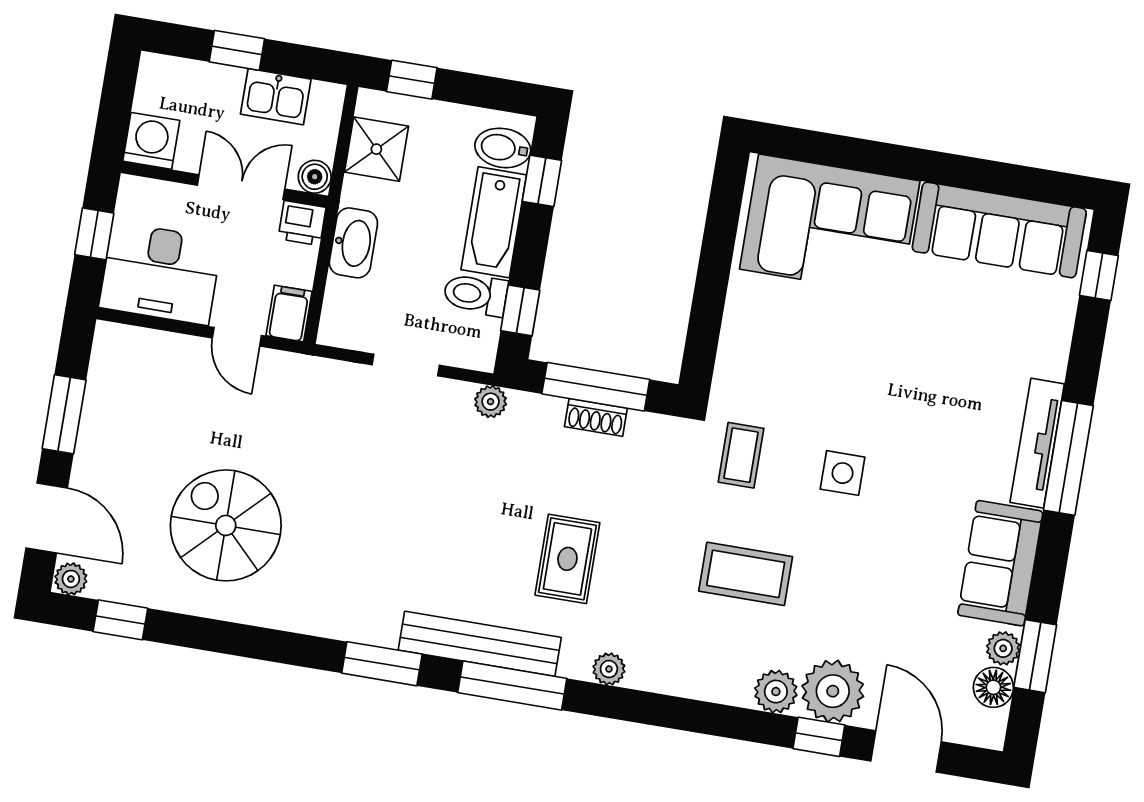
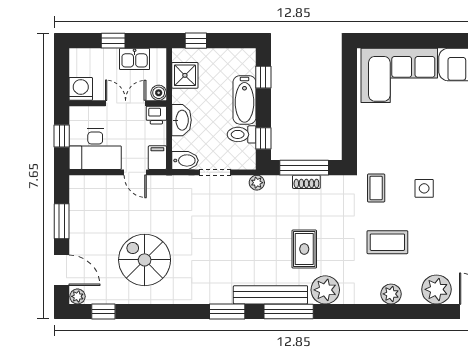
bidet: (503, 148) -> (185, 160), moved, turned 180
plant: (609, 669) -> (325, 290), width x1.88, depth x1.88
plant: (776, 692) -> (391, 294), moved
window: (819, 737) -> (434, 311), removed

